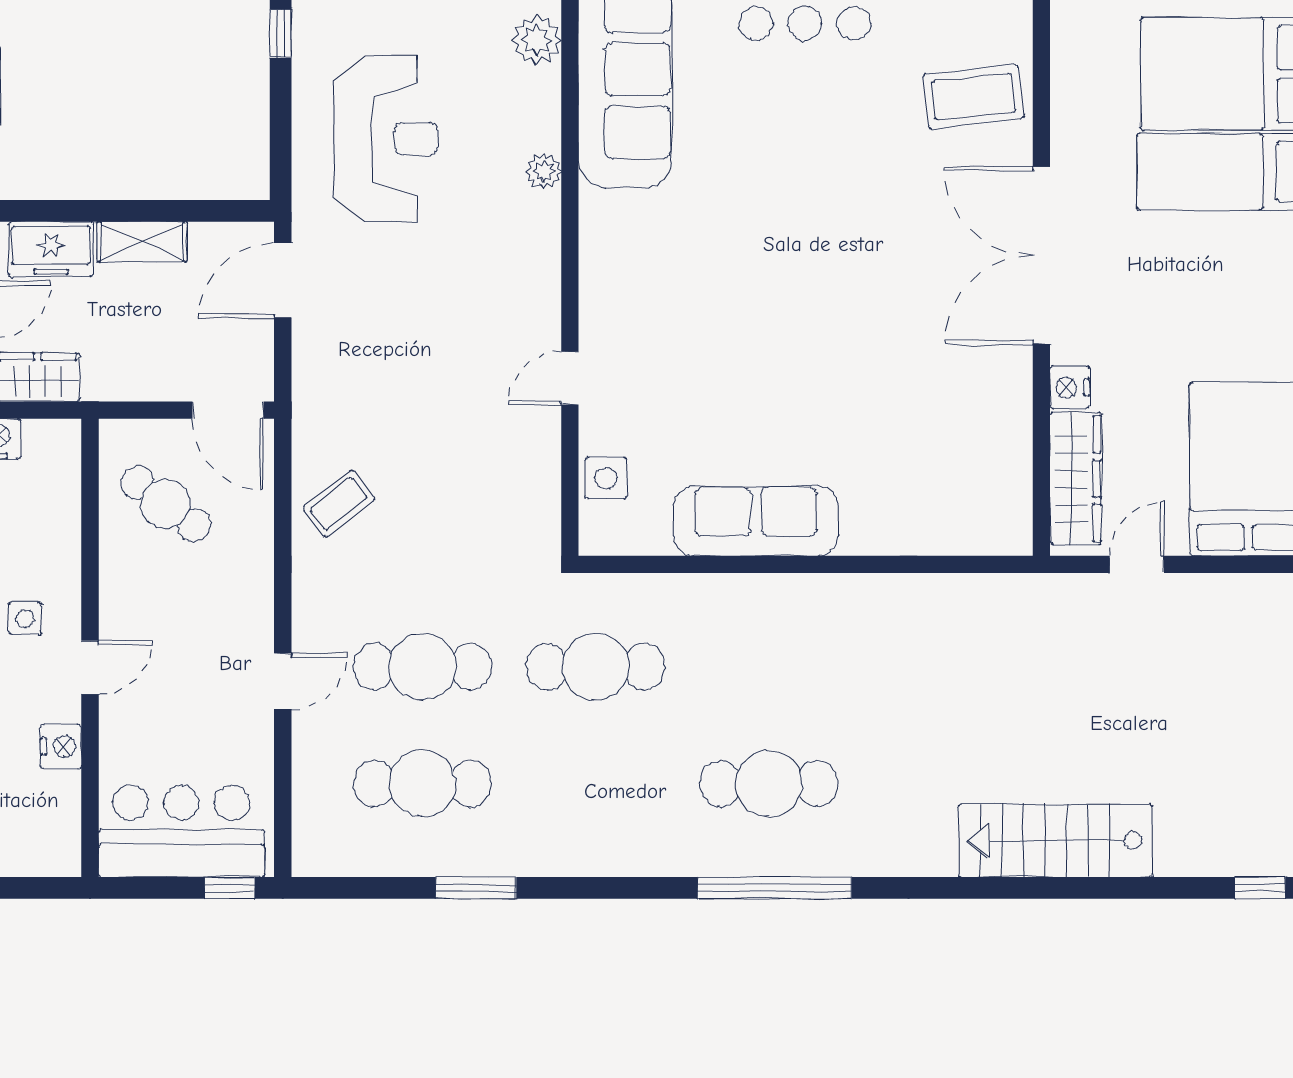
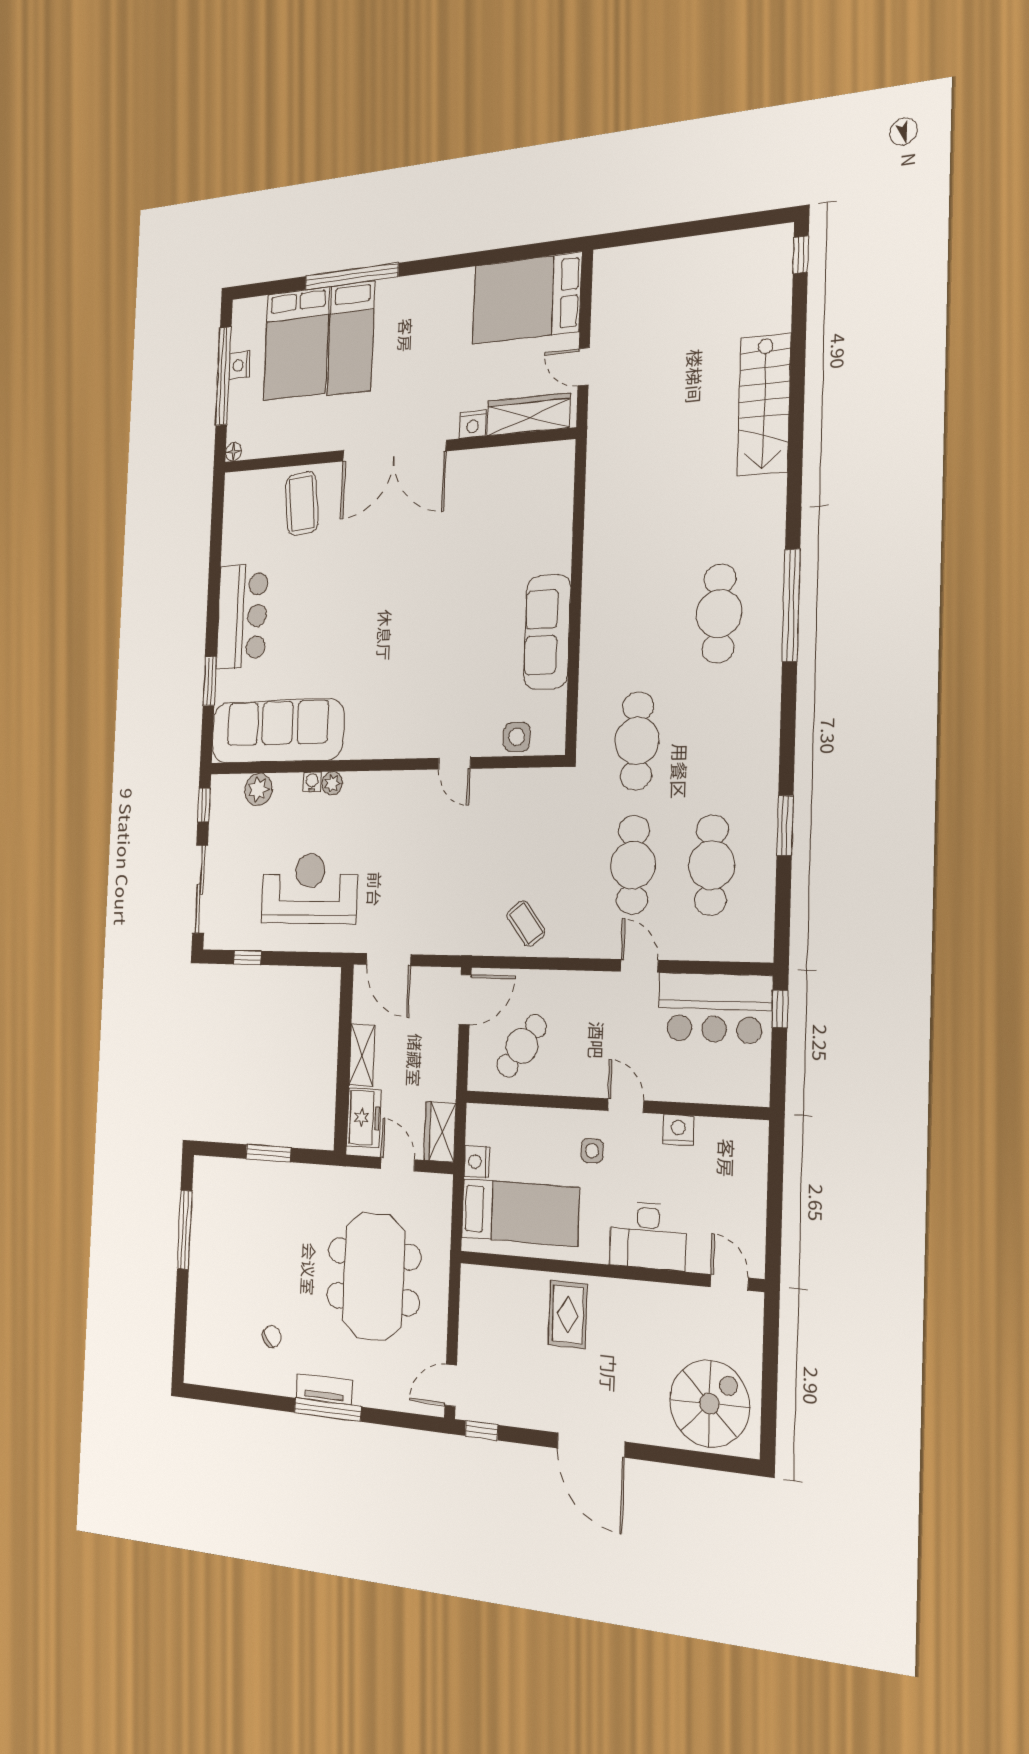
water cooler: (547, 135) -> (312, 782), added
bar counter: (181, 831) -> (715, 1008), moved, turned -90

